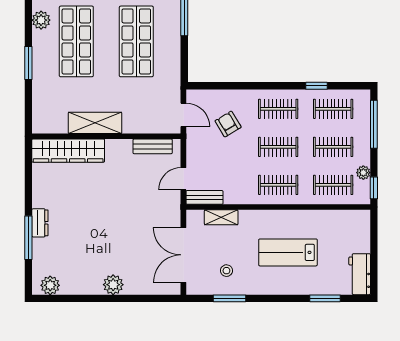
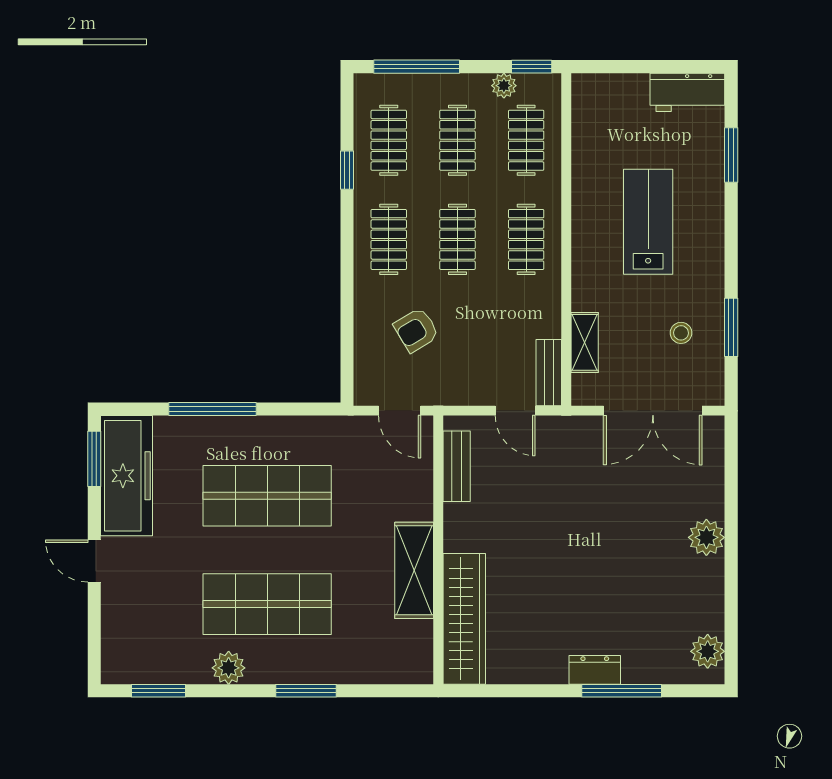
door: (183, 115) -> (400, 411), swing flipped
lab bench: (288, 252) -> (648, 222), turned 180

